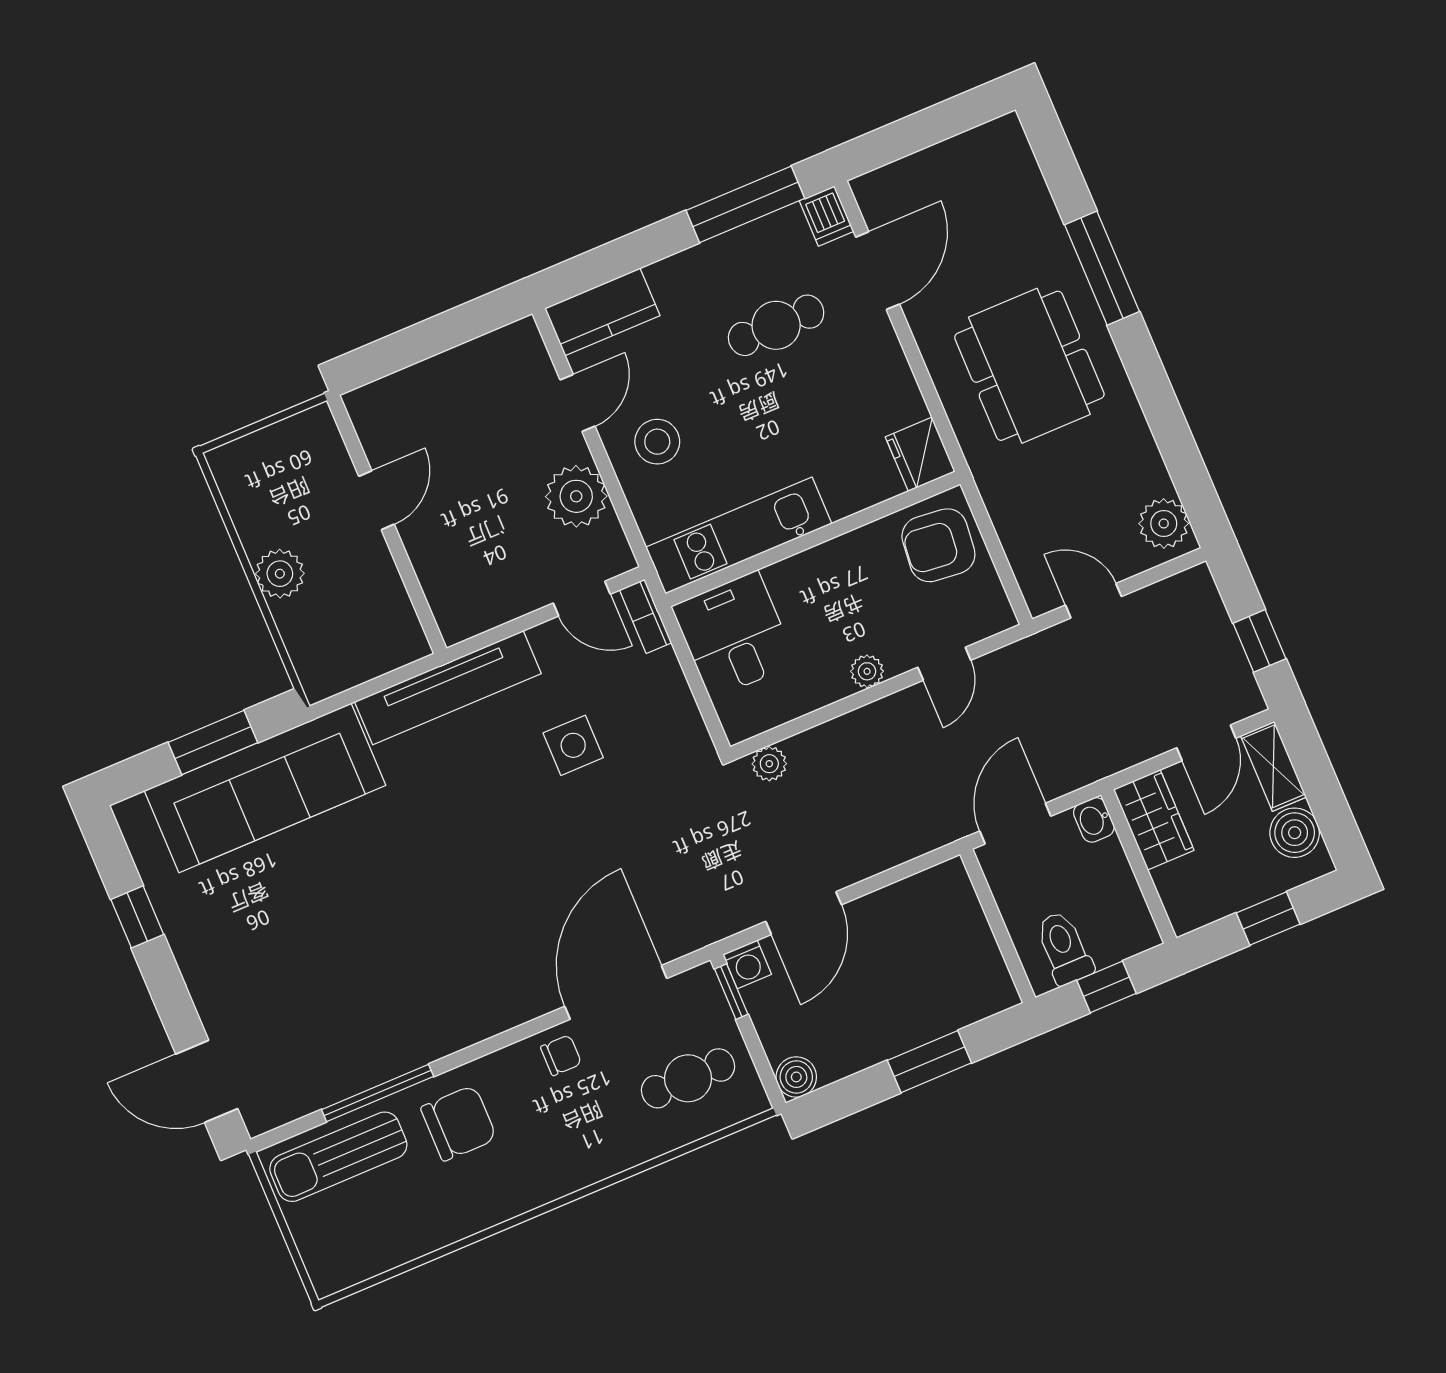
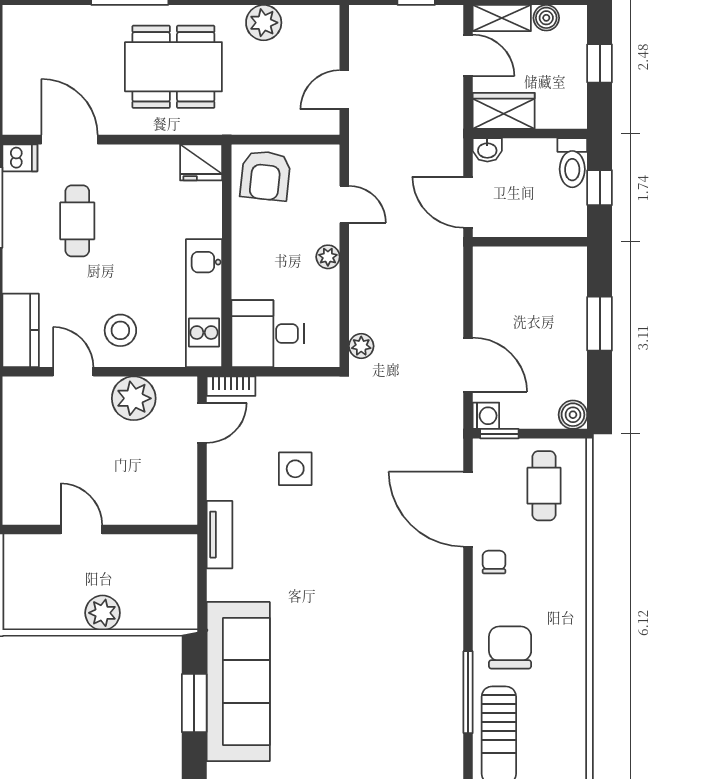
plant: (1164, 524) -> (264, 23), moved
tv unit: (448, 688) -> (219, 535), width x0.52, depth x0.78
boiler: (1295, 833) -> (546, 18), width x0.73, depth x0.73
toilet: (1064, 948) -> (572, 163), moved, turned -90

